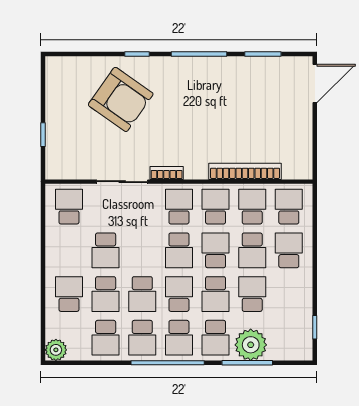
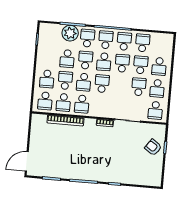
armchair: (121, 99) -> (153, 147), moved, width x0.53, depth x0.53
school desk: (179, 207) -> (157, 88), moved
plant: (56, 350) -> (168, 39), removed

